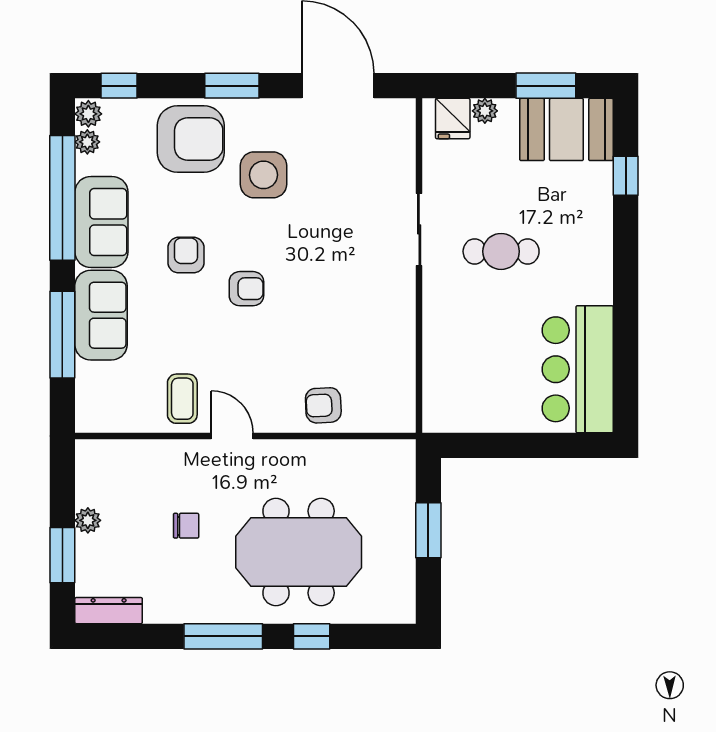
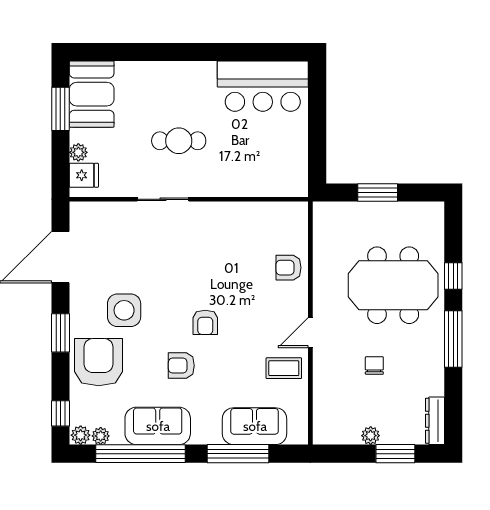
window: (626, 176) -> (125, 52), removed
cafe table: (501, 251) -> (179, 141), turned 90
armchair: (246, 289) -> (205, 322), turned 180
sofa: (101, 315) -> (255, 426), moved
armchair: (323, 405) -> (288, 268), turned 93
meeting table: (299, 552) -> (393, 285), turned 90

